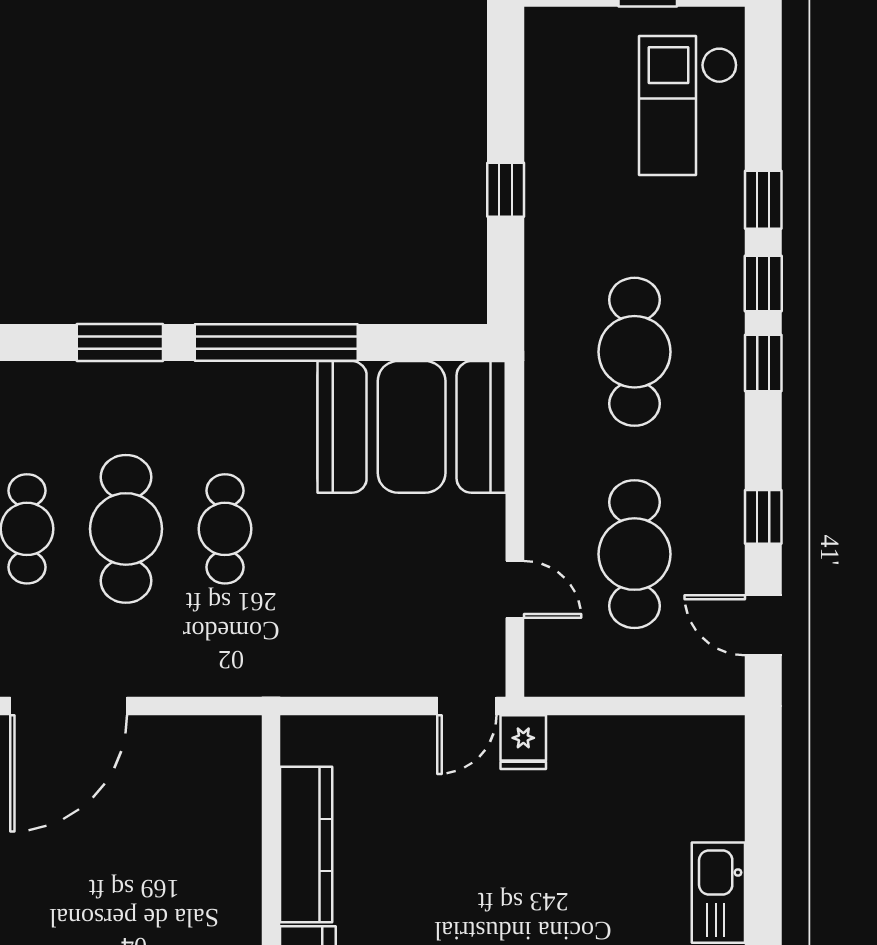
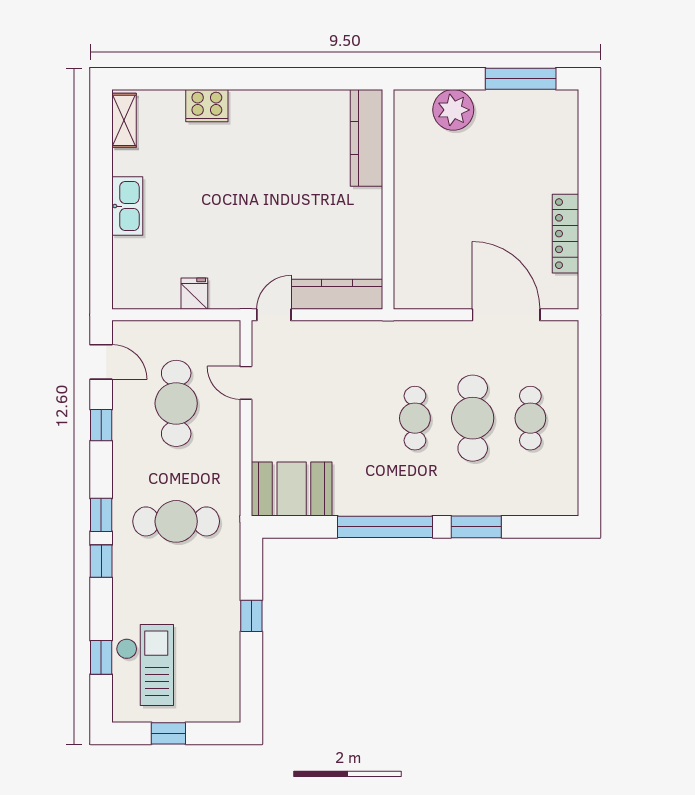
window: (763, 200) -> (101, 657), moved
cafe table: (634, 352) -> (176, 521), turned 90
booth: (412, 427) -> (292, 489), width x0.73, depth x0.70
door: (69, 706) -> (506, 315), hinge flipped
fridge: (523, 742) -> (194, 294), moved
kitchen counter: (306, 845) -> (337, 294), moved, turned 90

